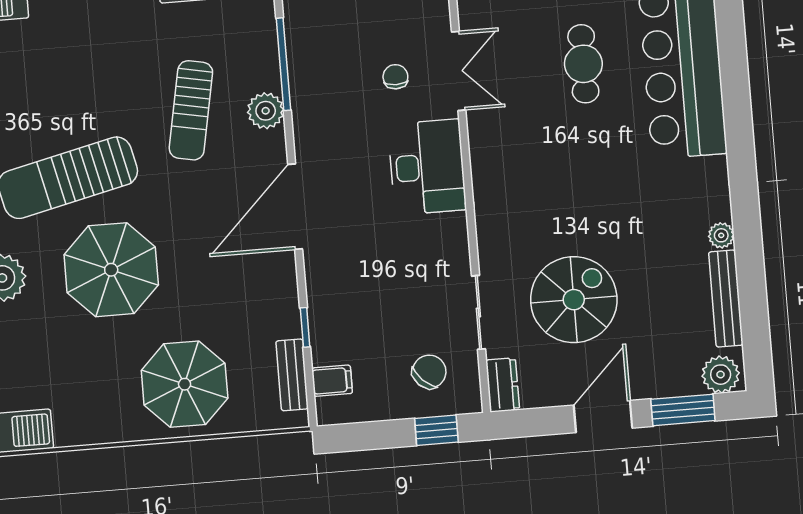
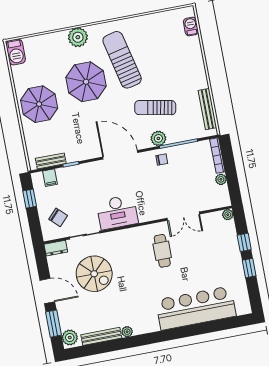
cafe table: (583, 64) -> (162, 251), moved, turned 90
chair: (395, 77) -> (162, 160), moved
desk: (427, 167) -> (117, 212), moved
parasol: (185, 384) -> (39, 104), moved
window: (436, 430) -> (30, 199), moved

